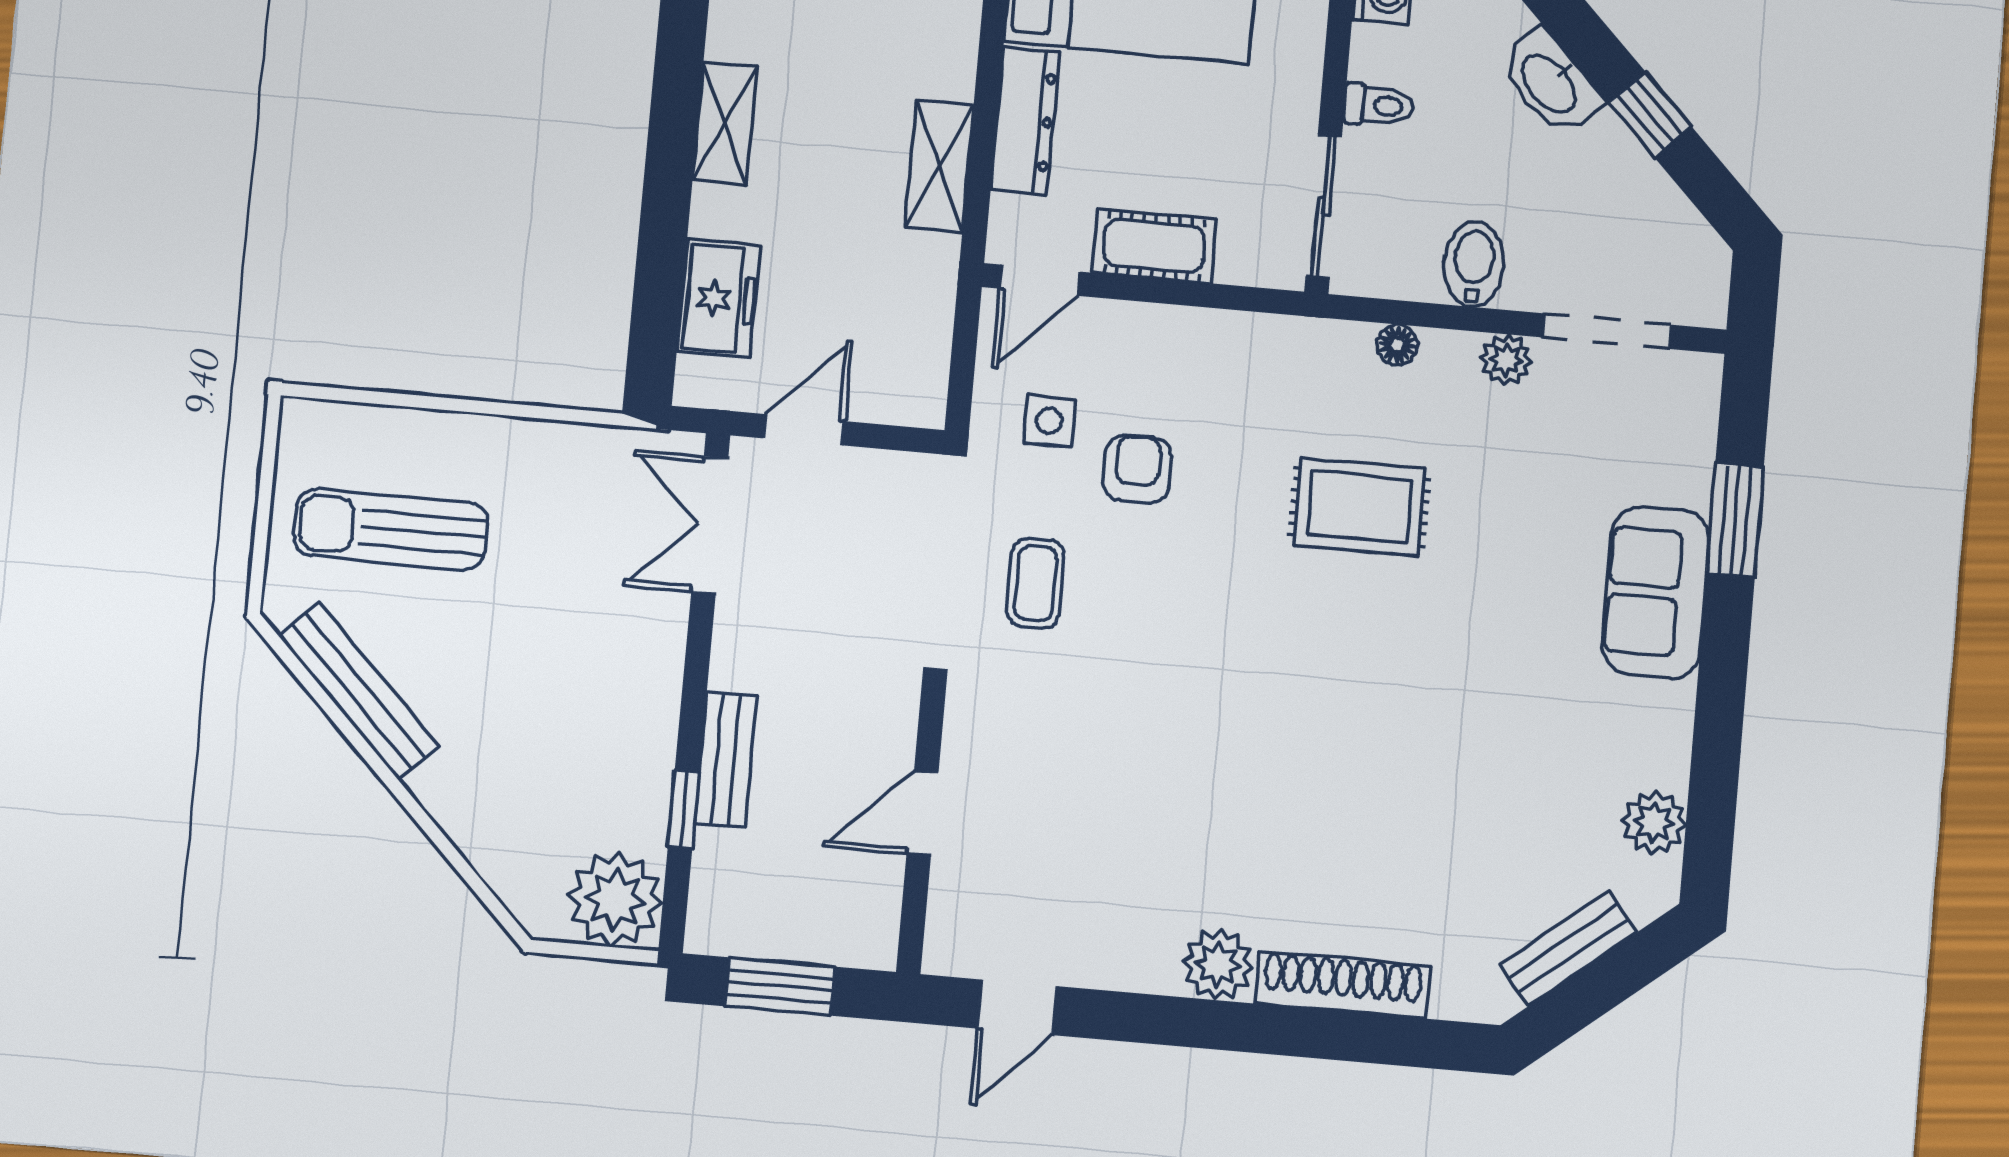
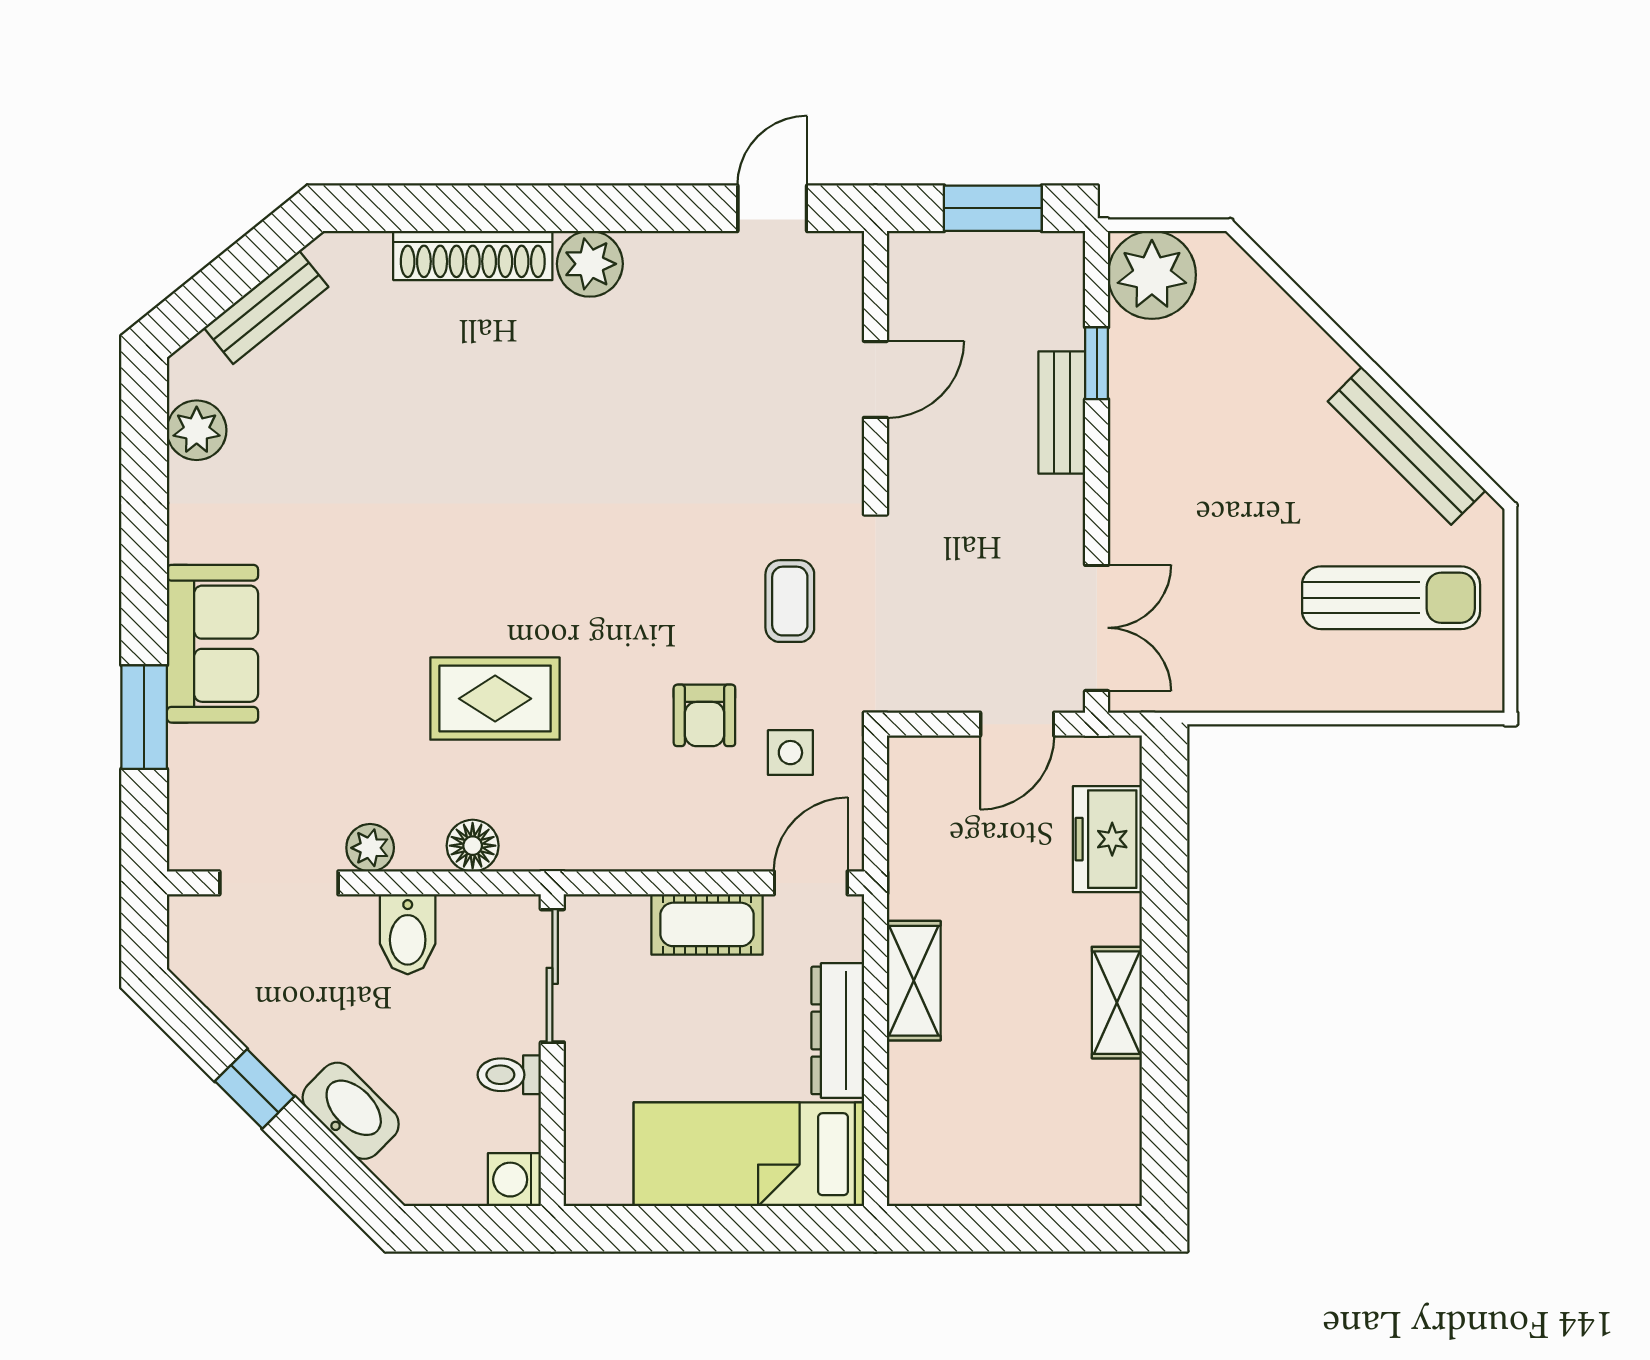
floor lamp: (1397, 345) -> (473, 846), width x1.37, depth x1.37

